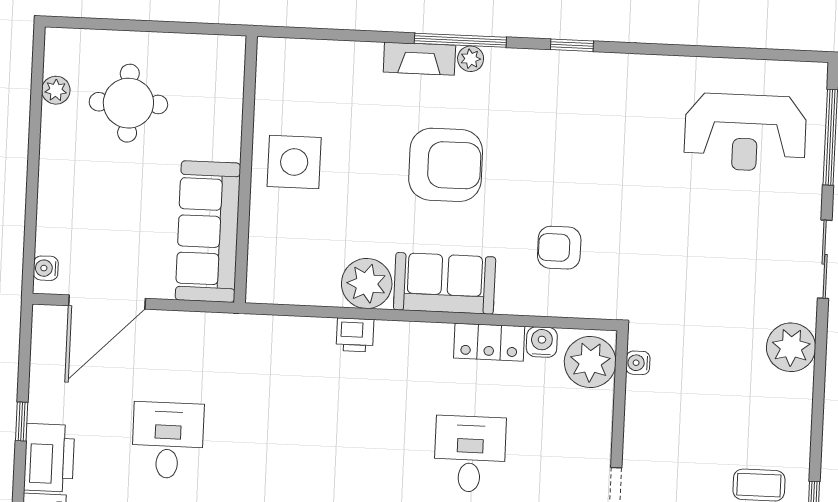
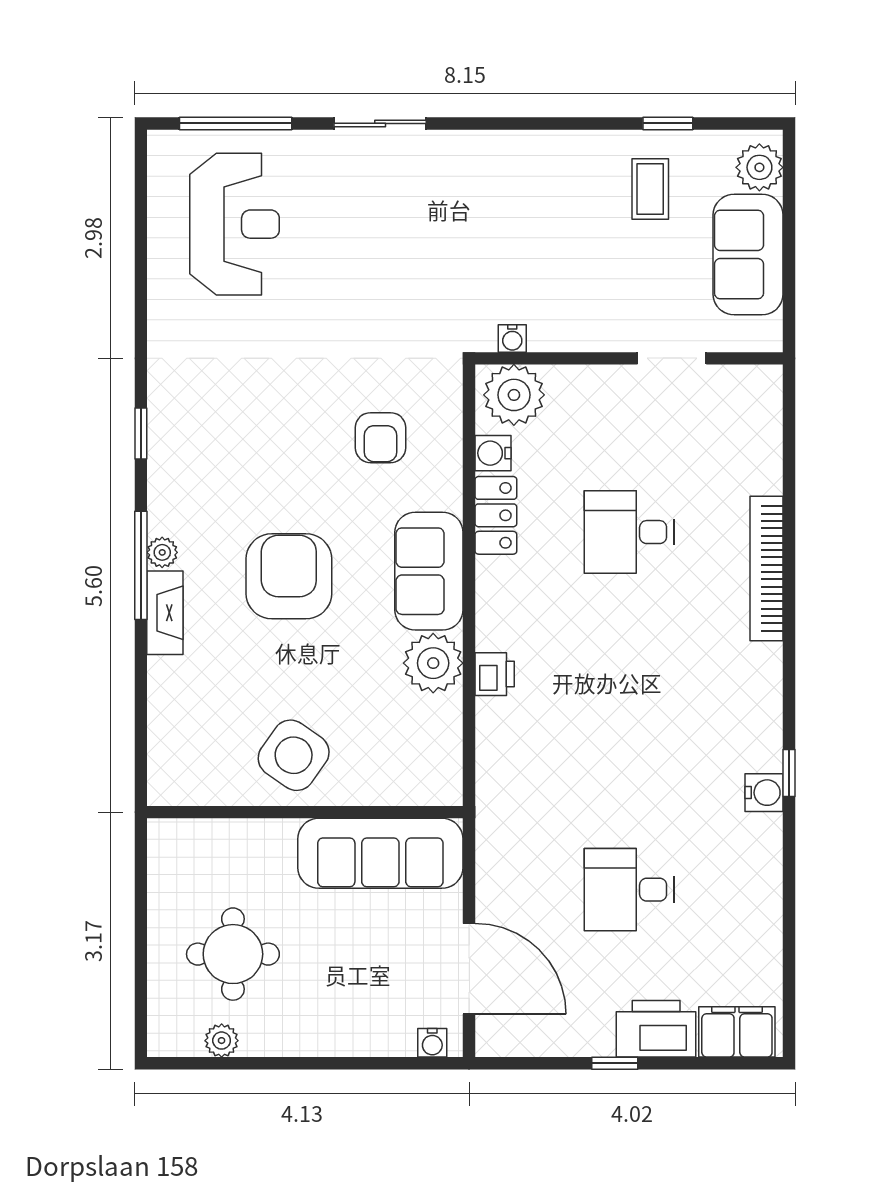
side table: (294, 162) -> (294, 755), turned 35
plant: (791, 347) -> (486, 158), removed

